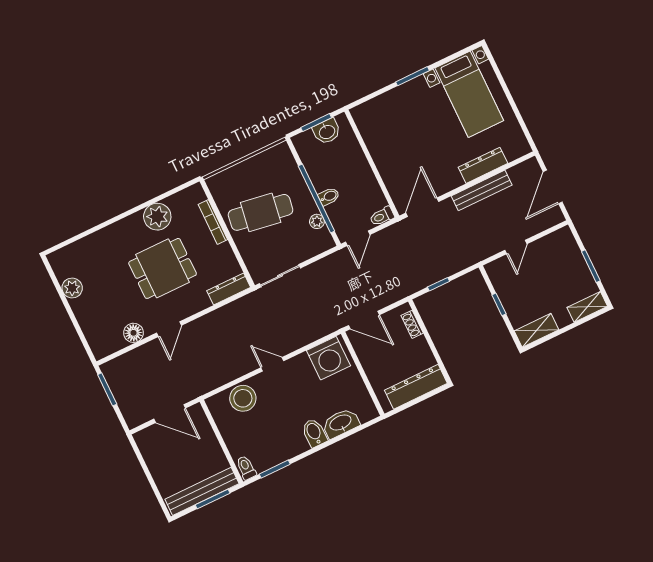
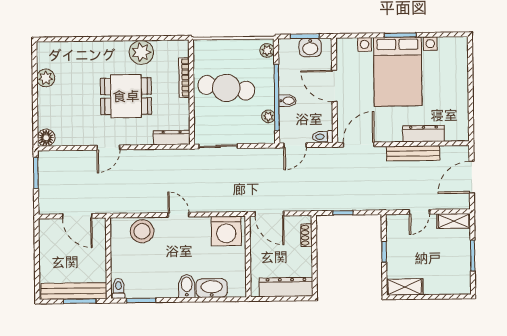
bed with nightstands: (469, 94) -> (398, 72), moved, width x1.36
plant: (284, 155) -> (267, 50), added
door: (370, 159) -> (334, 86), added
shelving: (587, 307) -> (454, 221), moved
floor lamp: (134, 333) -> (46, 138), moved

